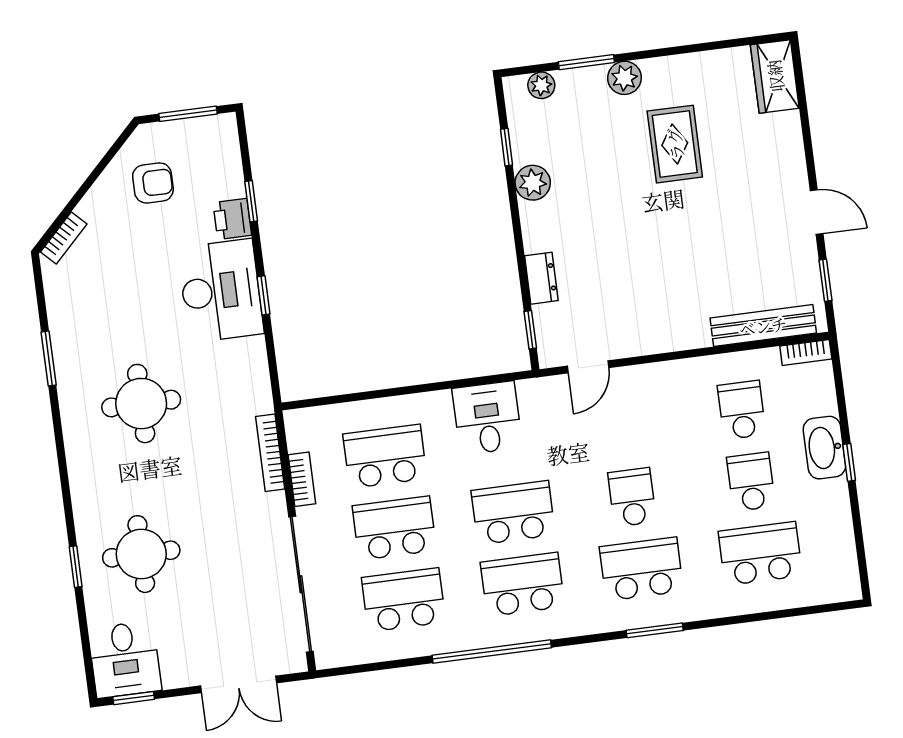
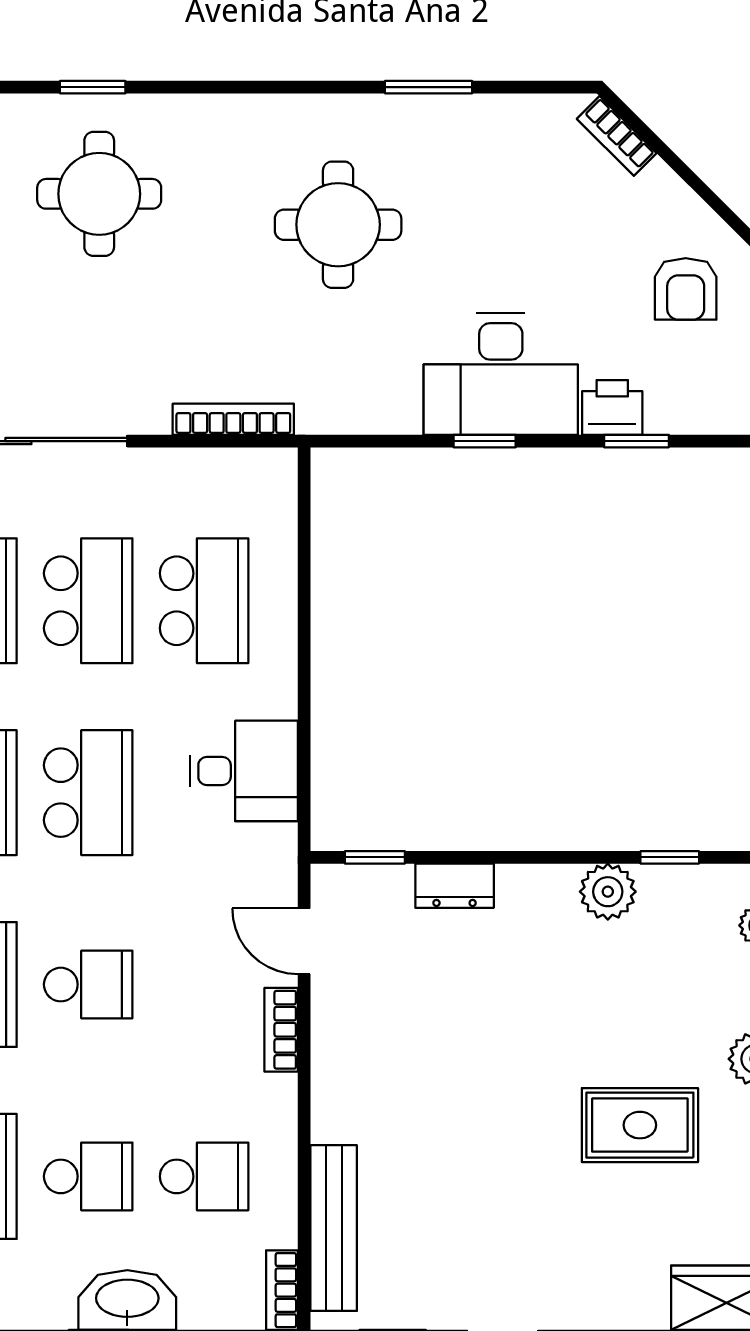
bookcase: (302, 479) -> (281, 1030), moved, turned 90

